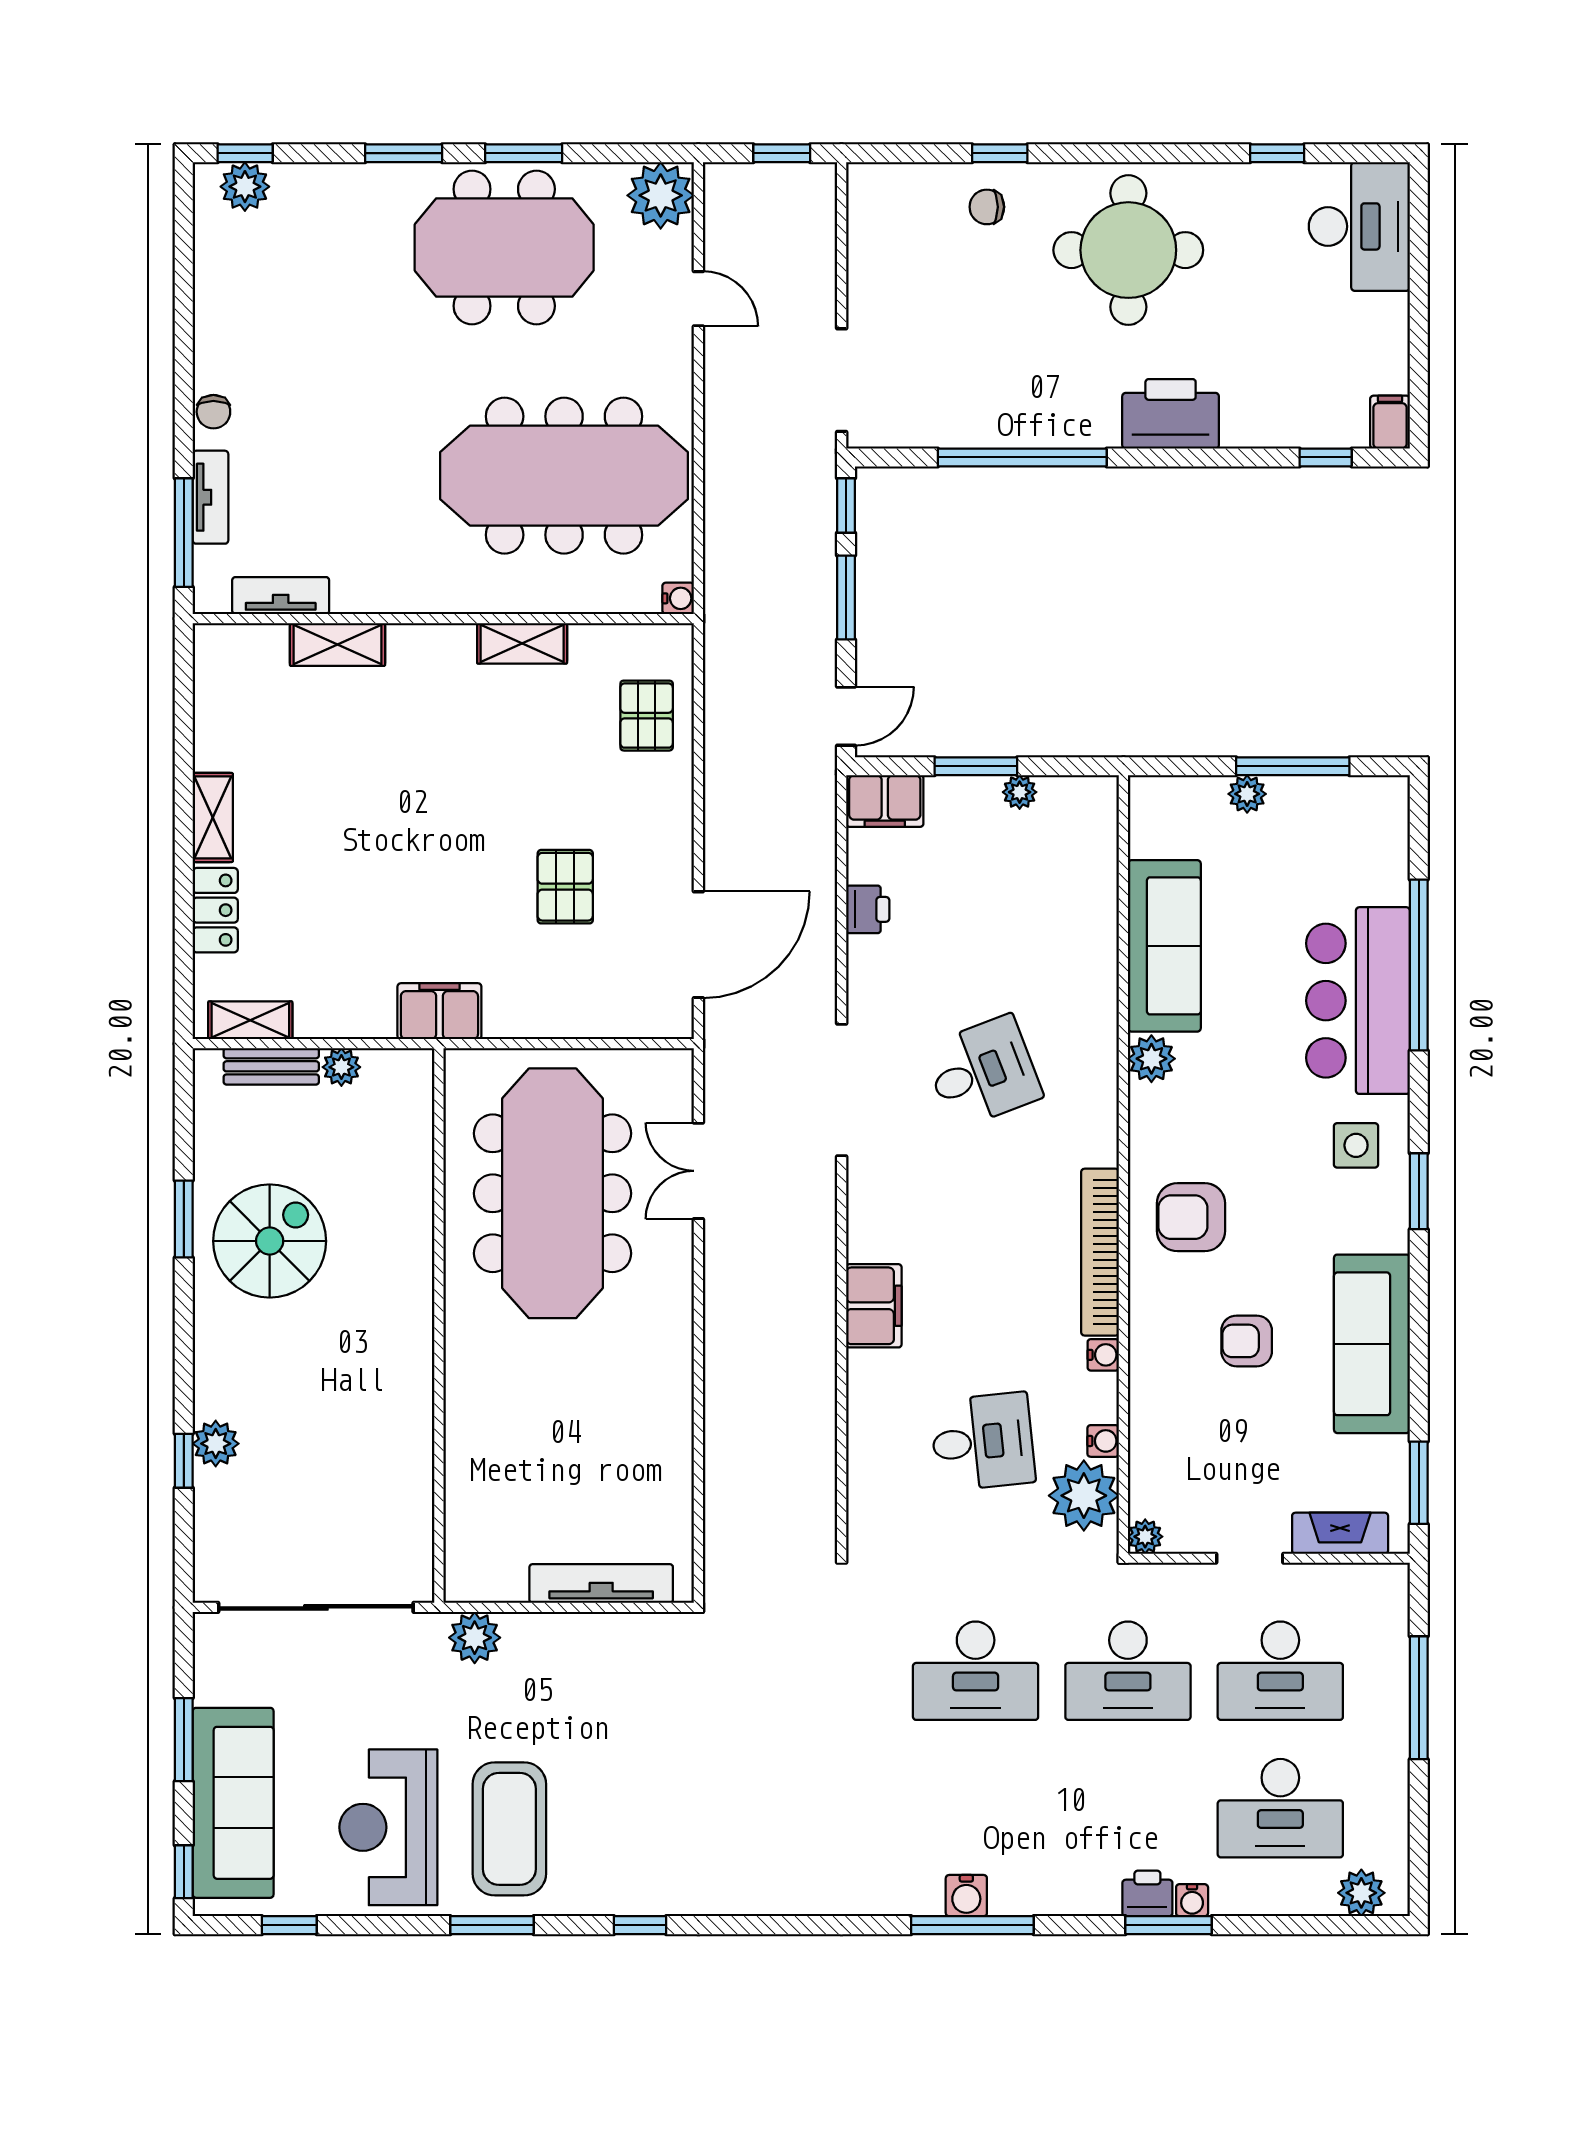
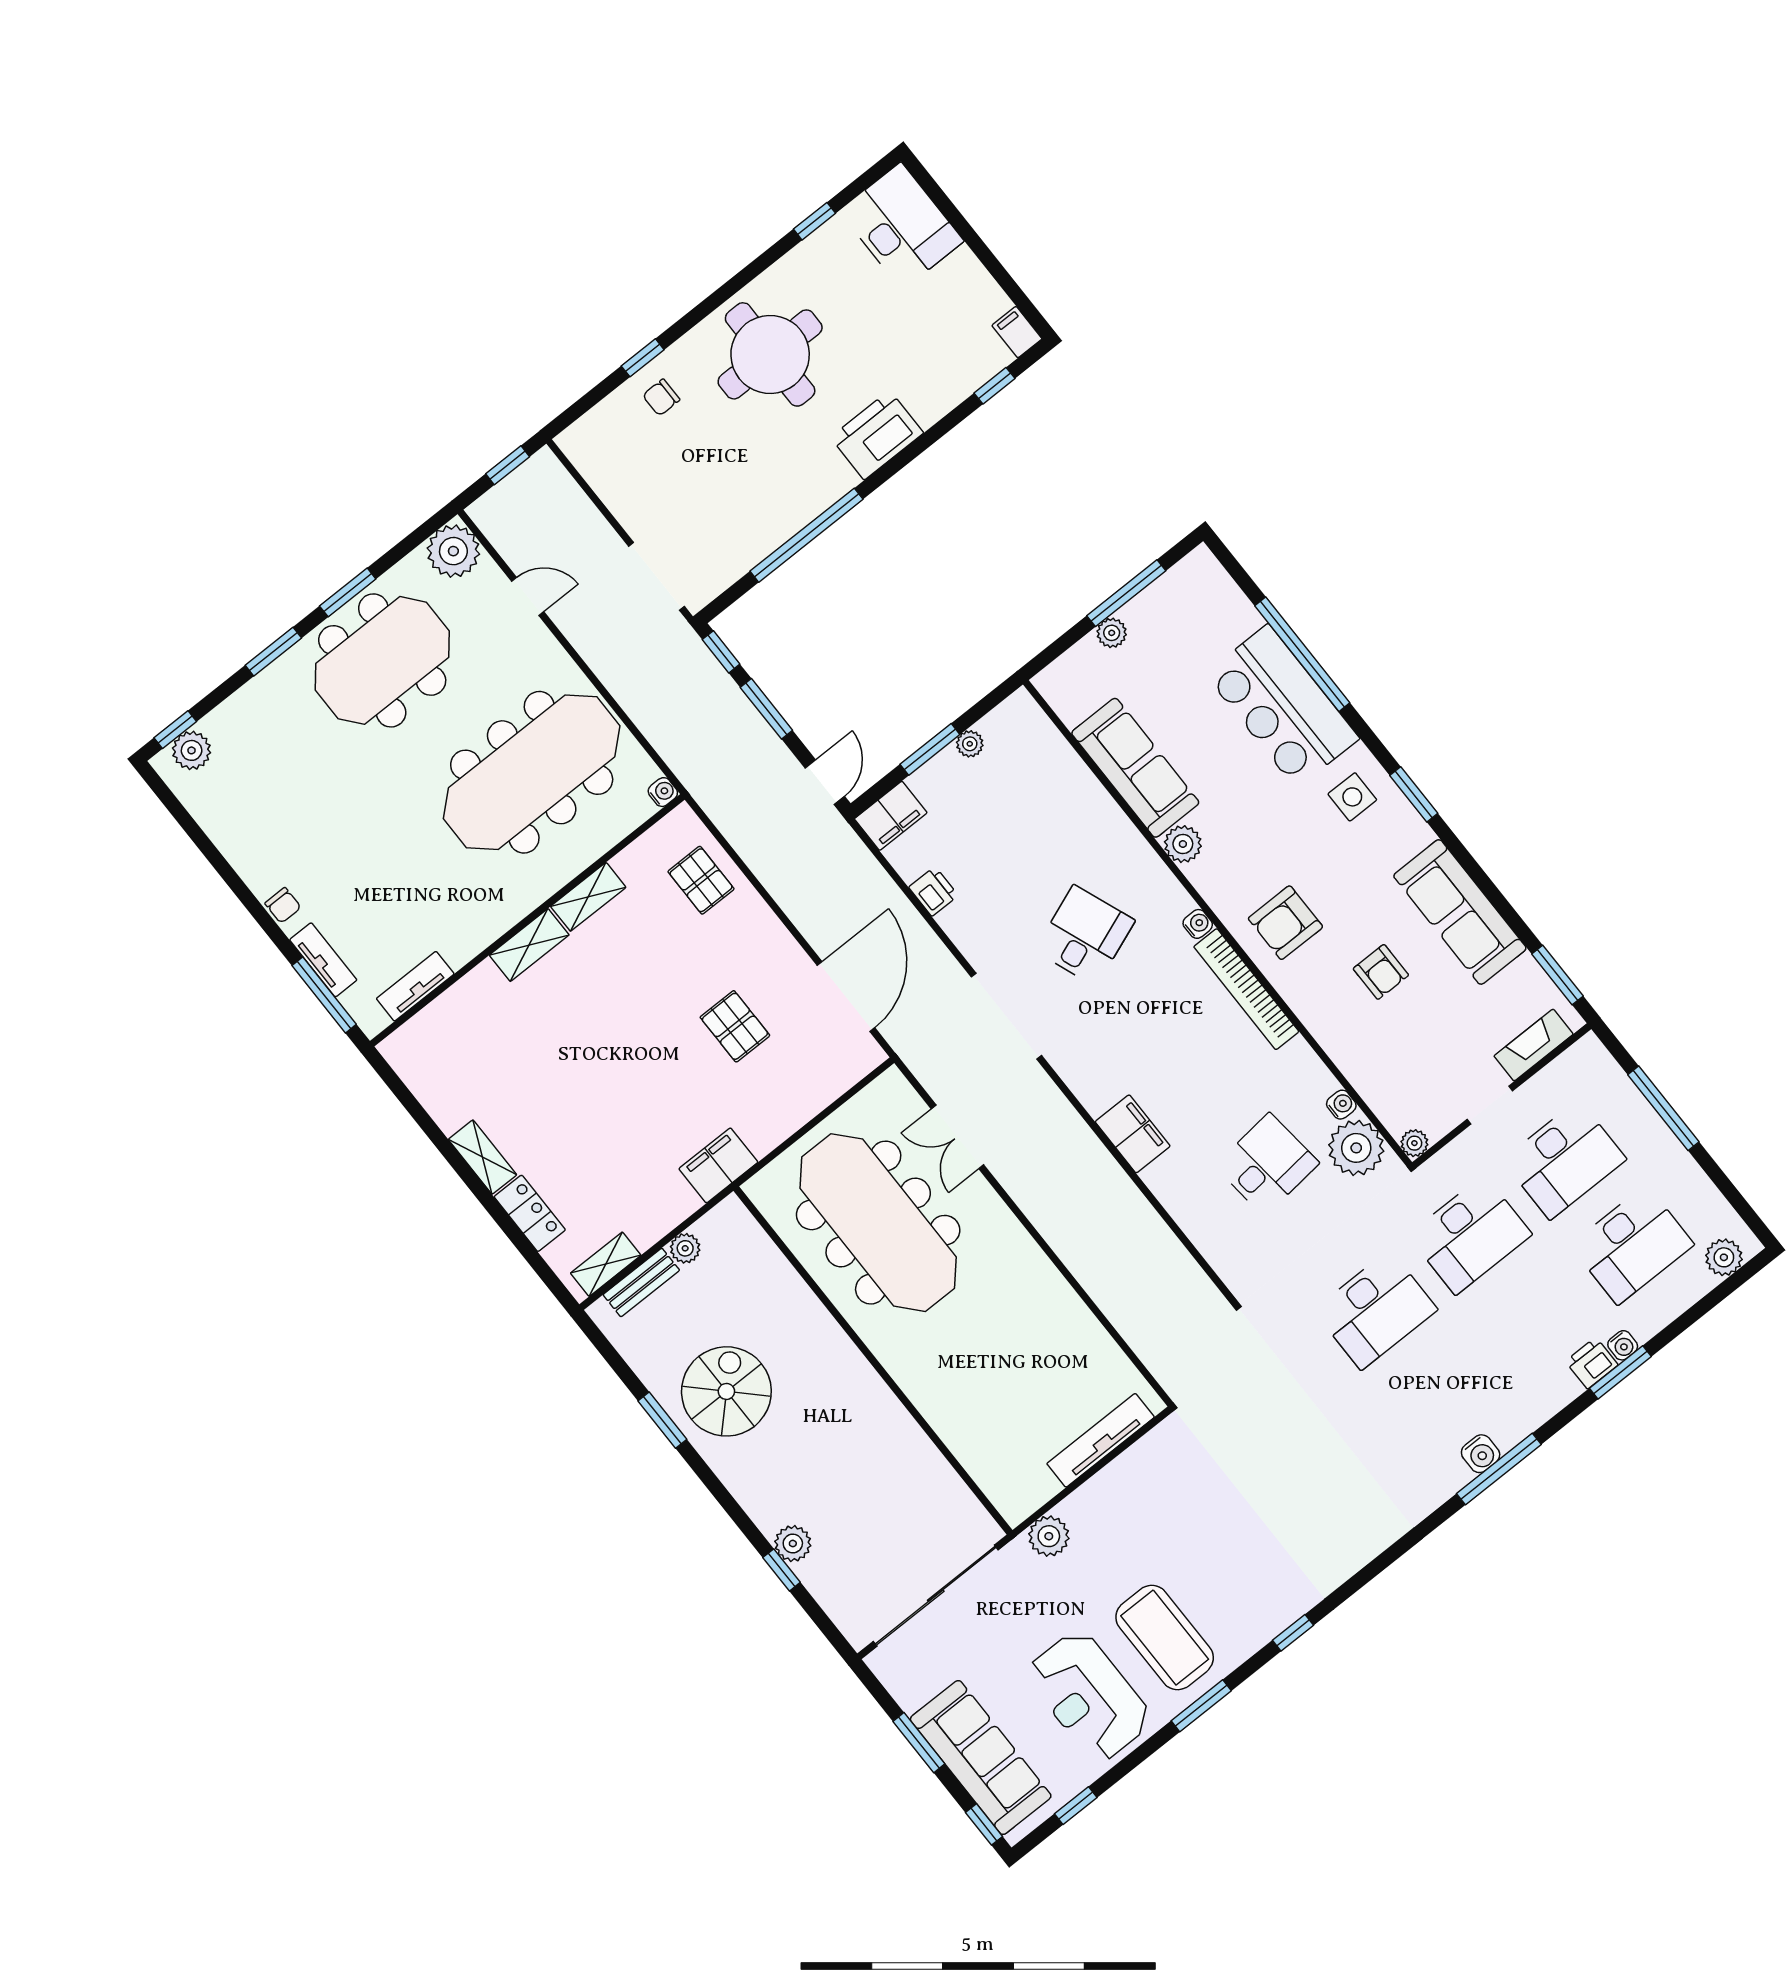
shelving: (337, 644) -> (529, 945), moved
armchair: (1247, 1341) -> (1381, 972), turned -90
water cooler: (1103, 1355) -> (1198, 924), moved

